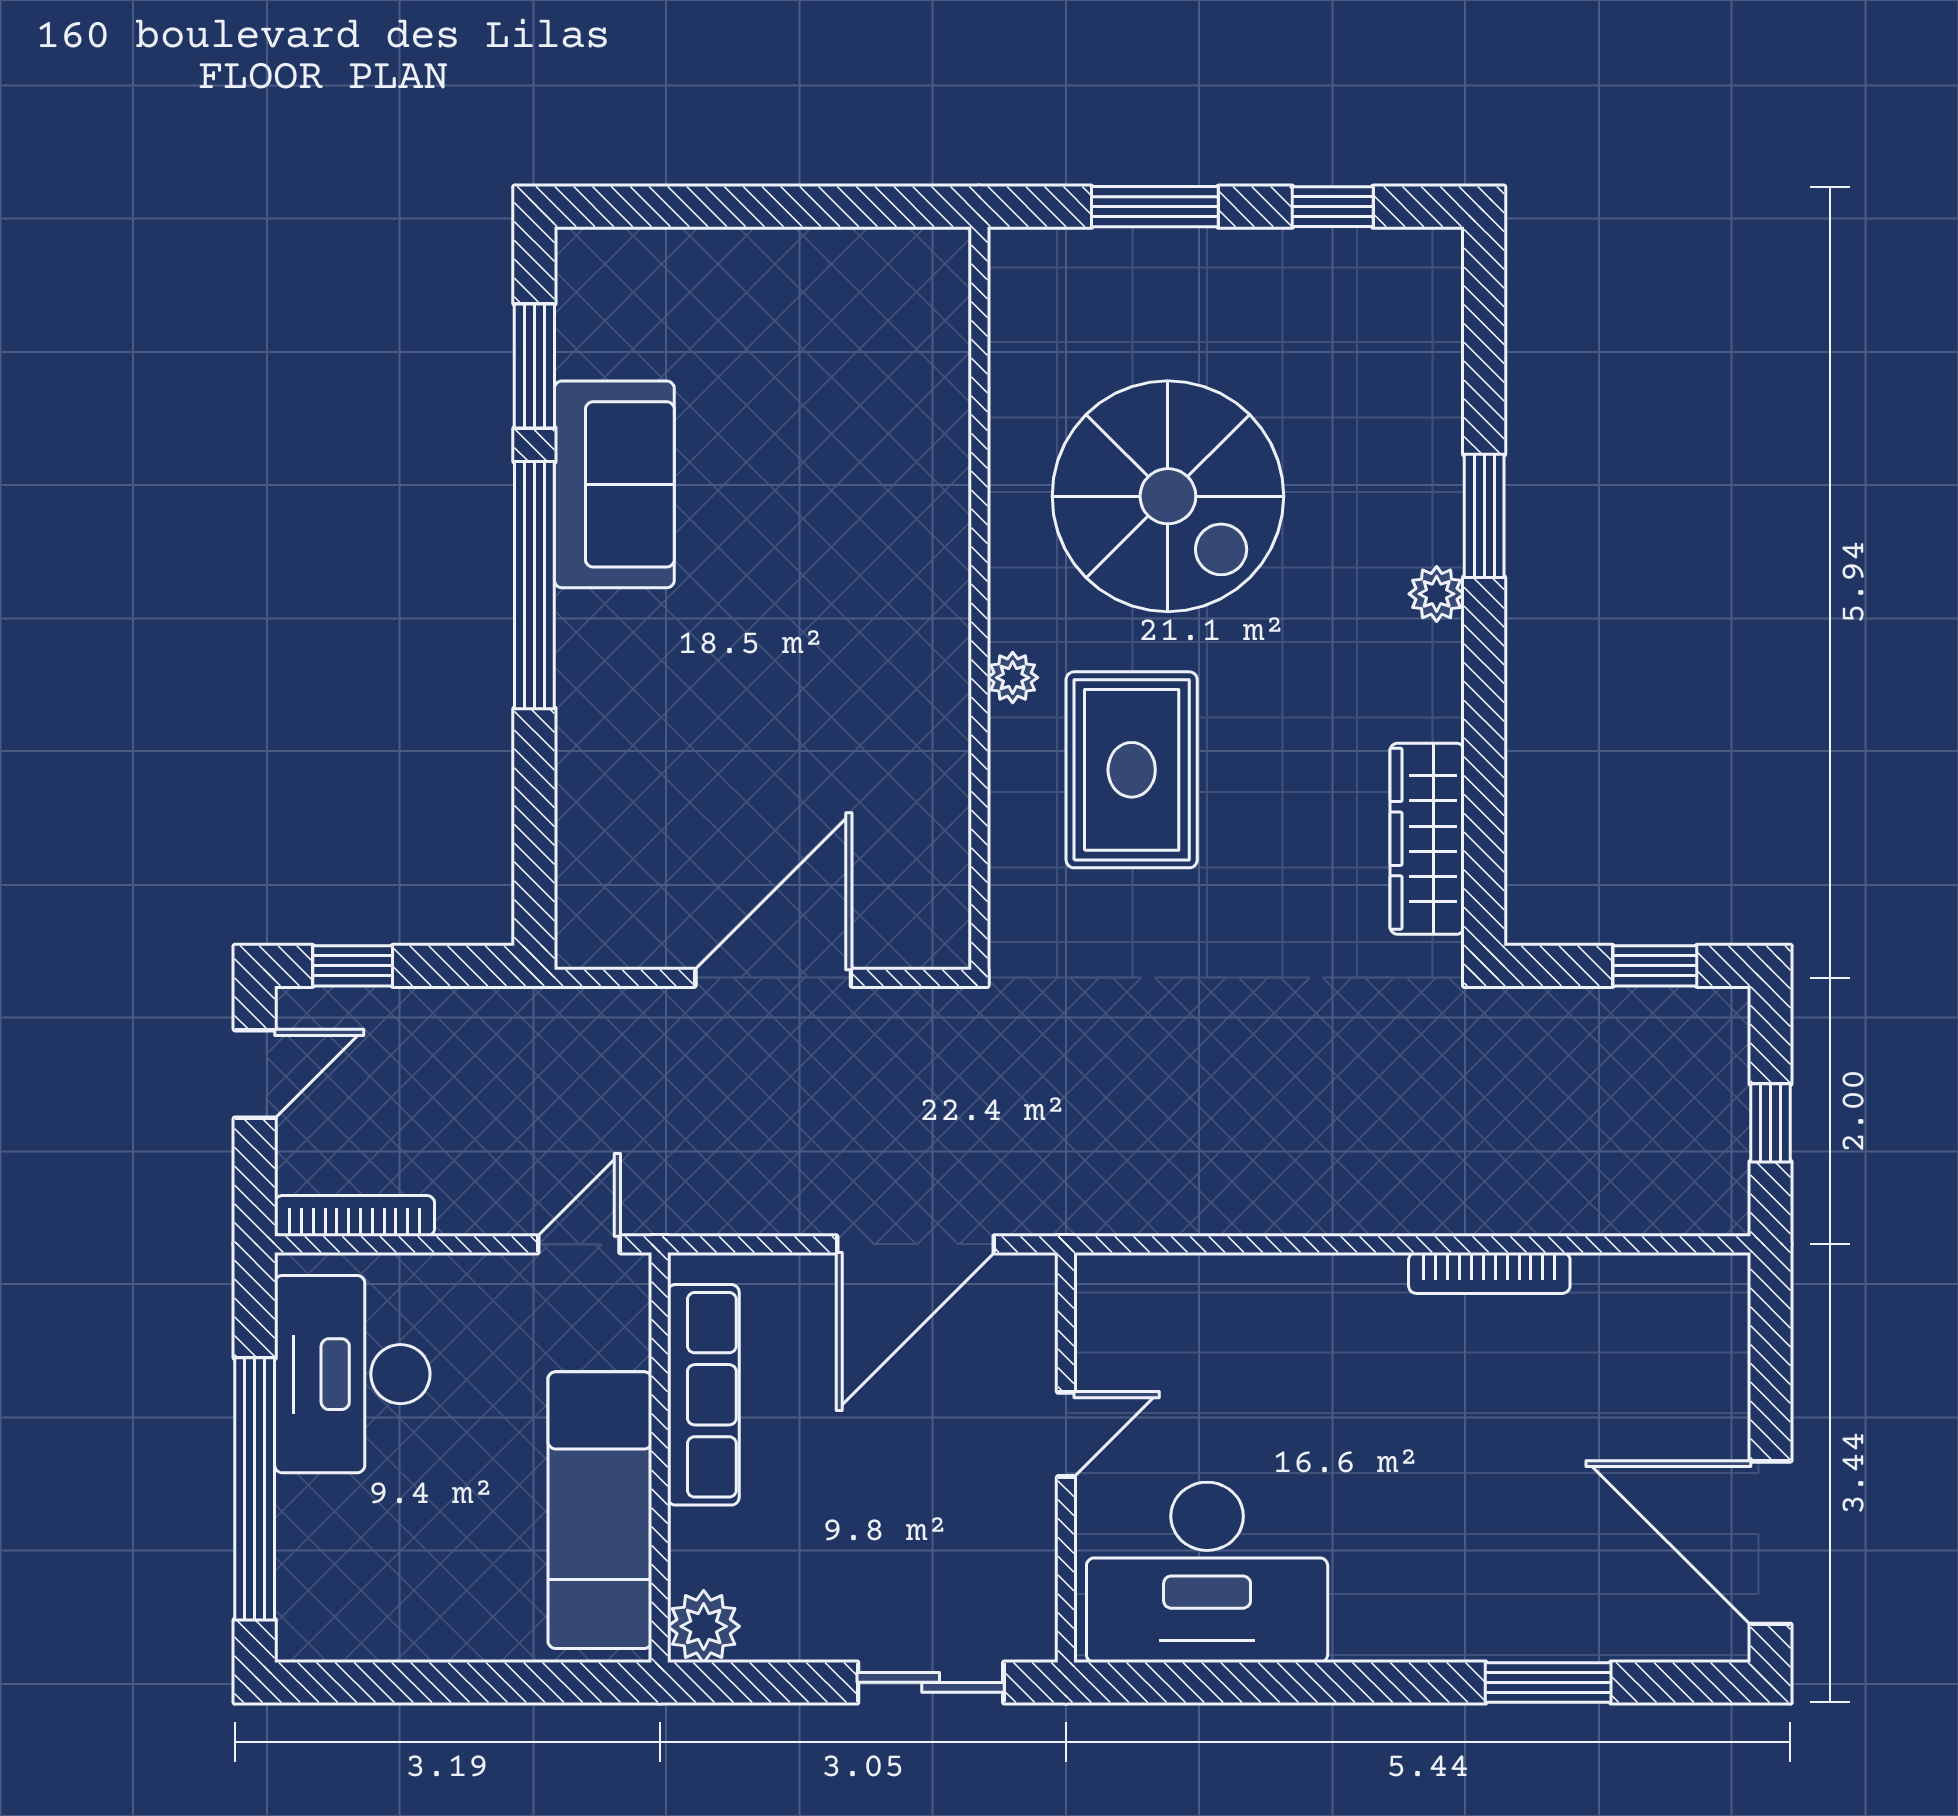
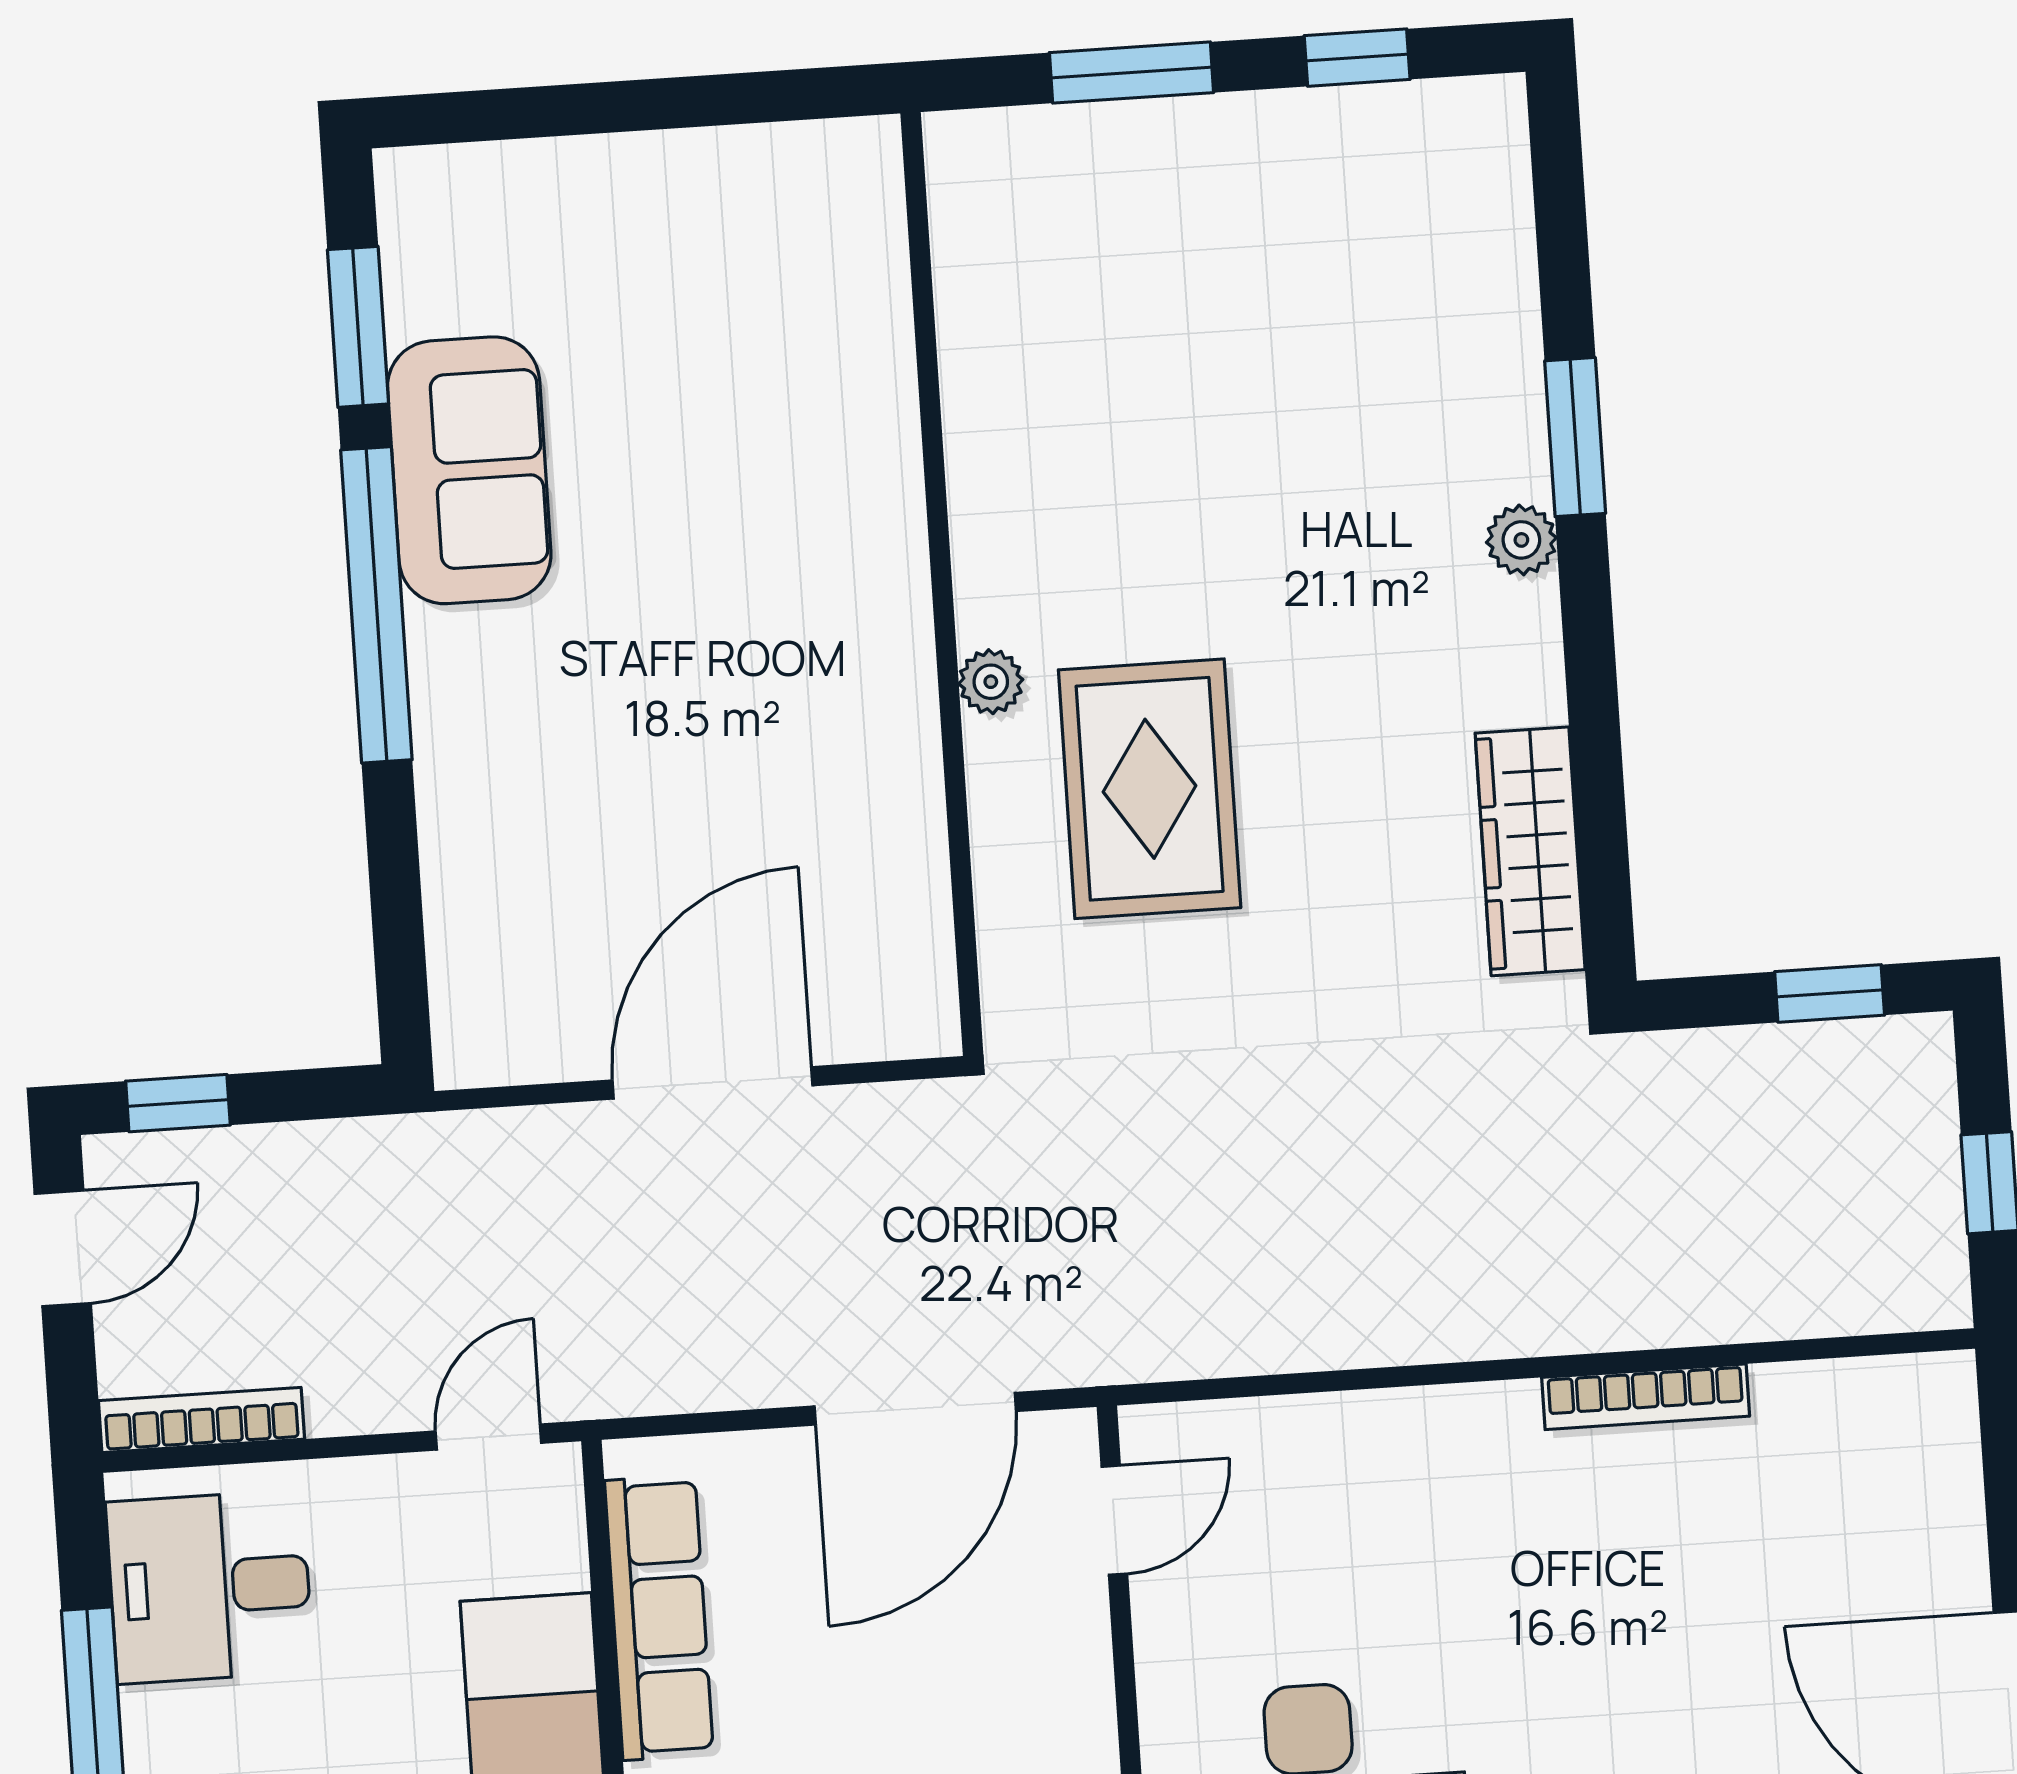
spiral stairs: (1168, 496) -> (1172, 439), removed
desk: (352, 1374) -> (210, 1587), width x0.73
door: (1066, 1434) -> (1114, 1520), moved

